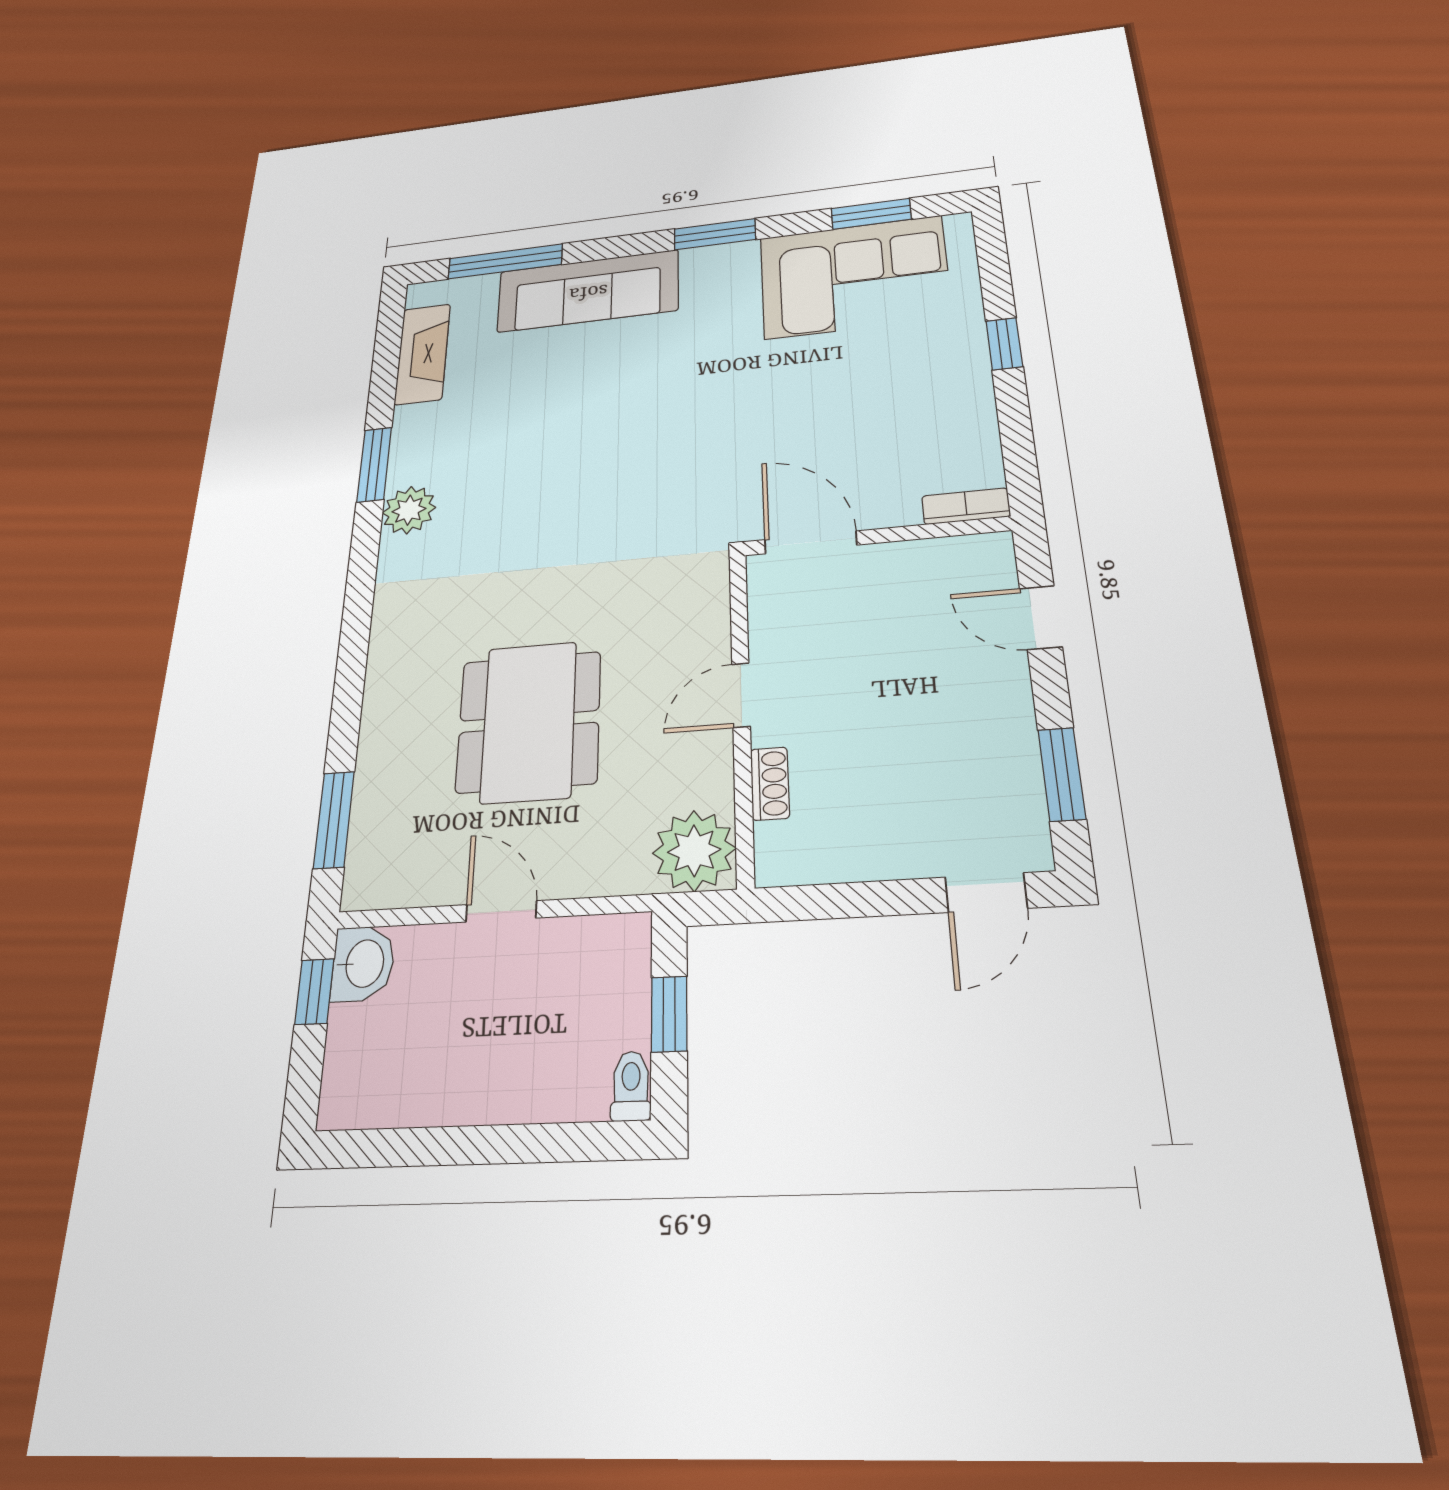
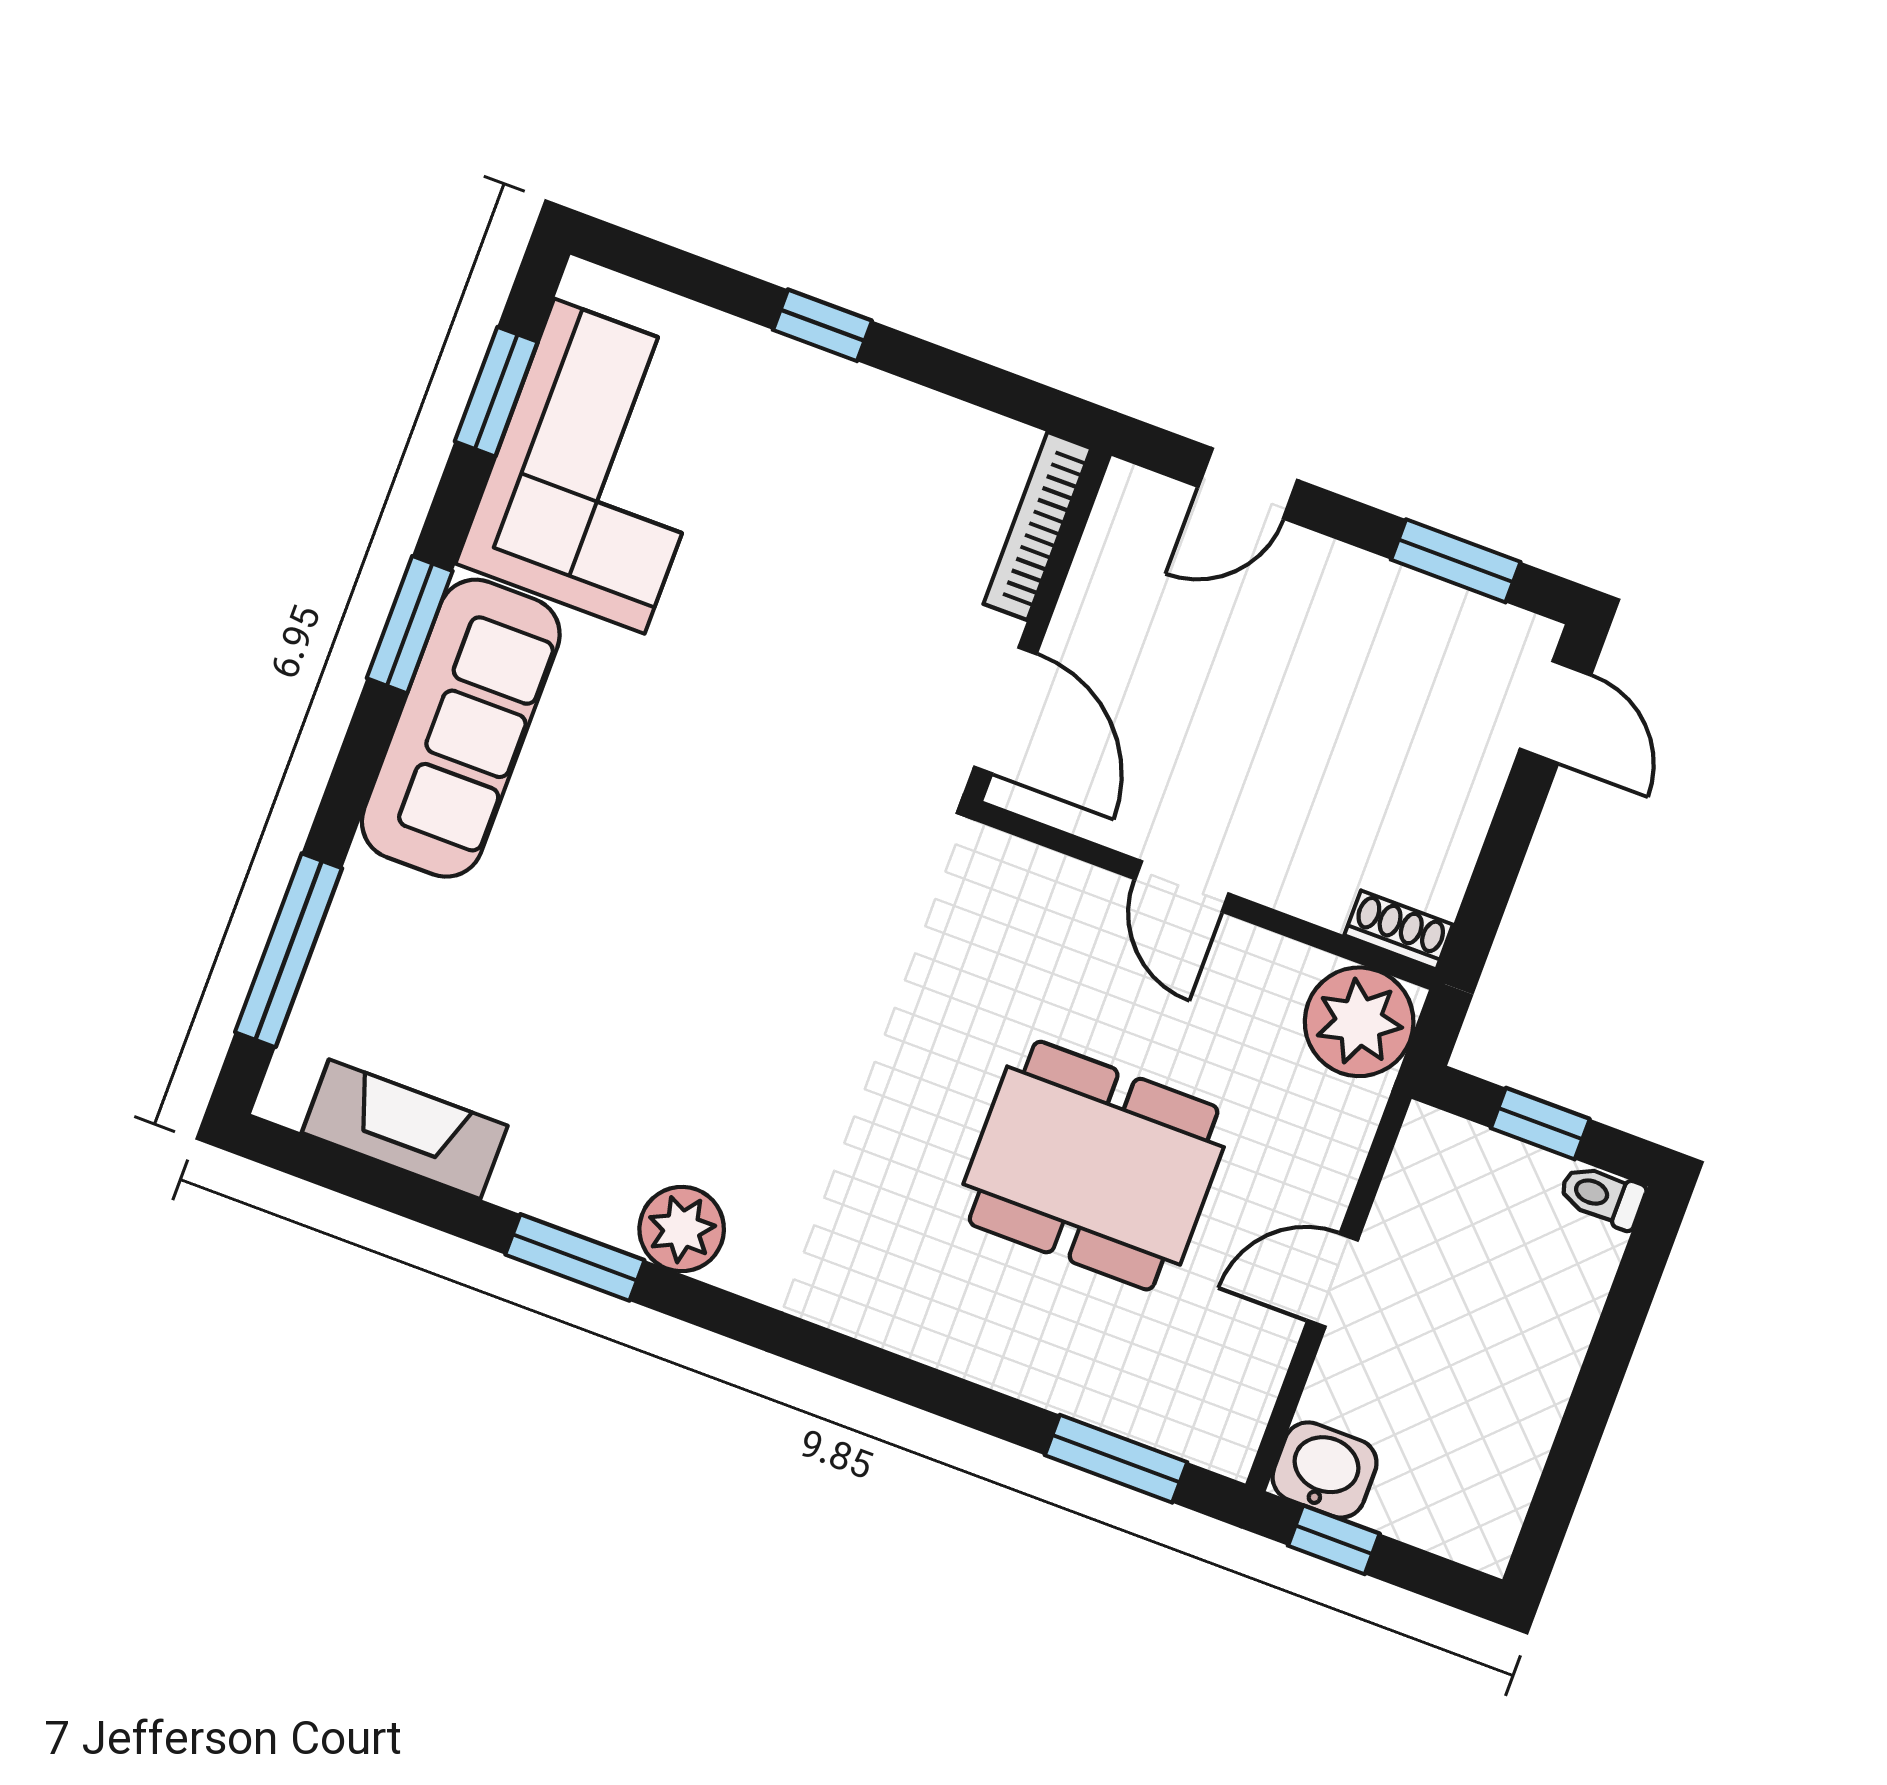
sofa: (588, 291) -> (461, 728), moved
bookcase: (966, 506) -> (1037, 526), width x1.56
door: (811, 542) -> (1005, 711), swing flipped
shoe rack: (770, 783) -> (1399, 930), moved

